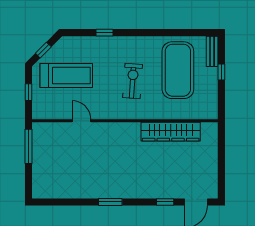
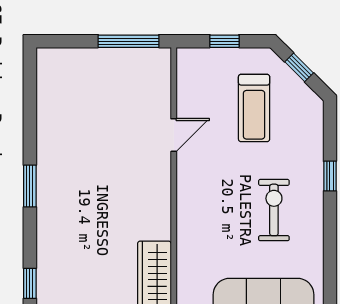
treadmill: (66, 76) -> (254, 108), width x0.73, depth x0.73
exercise bike: (133, 81) -> (274, 210), moved, turned -94

